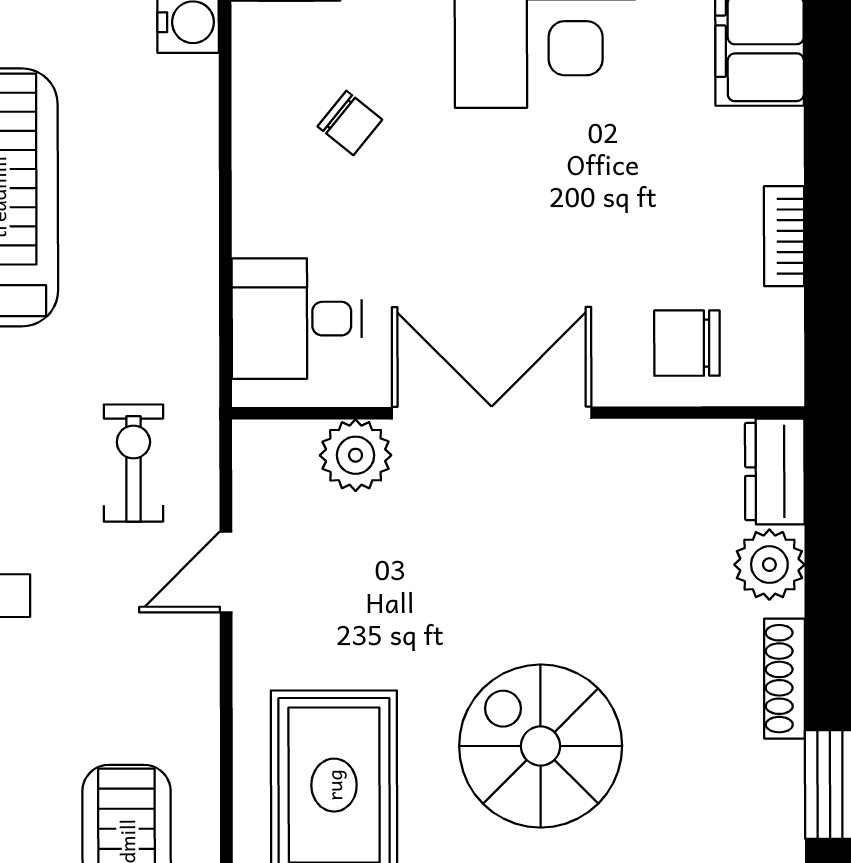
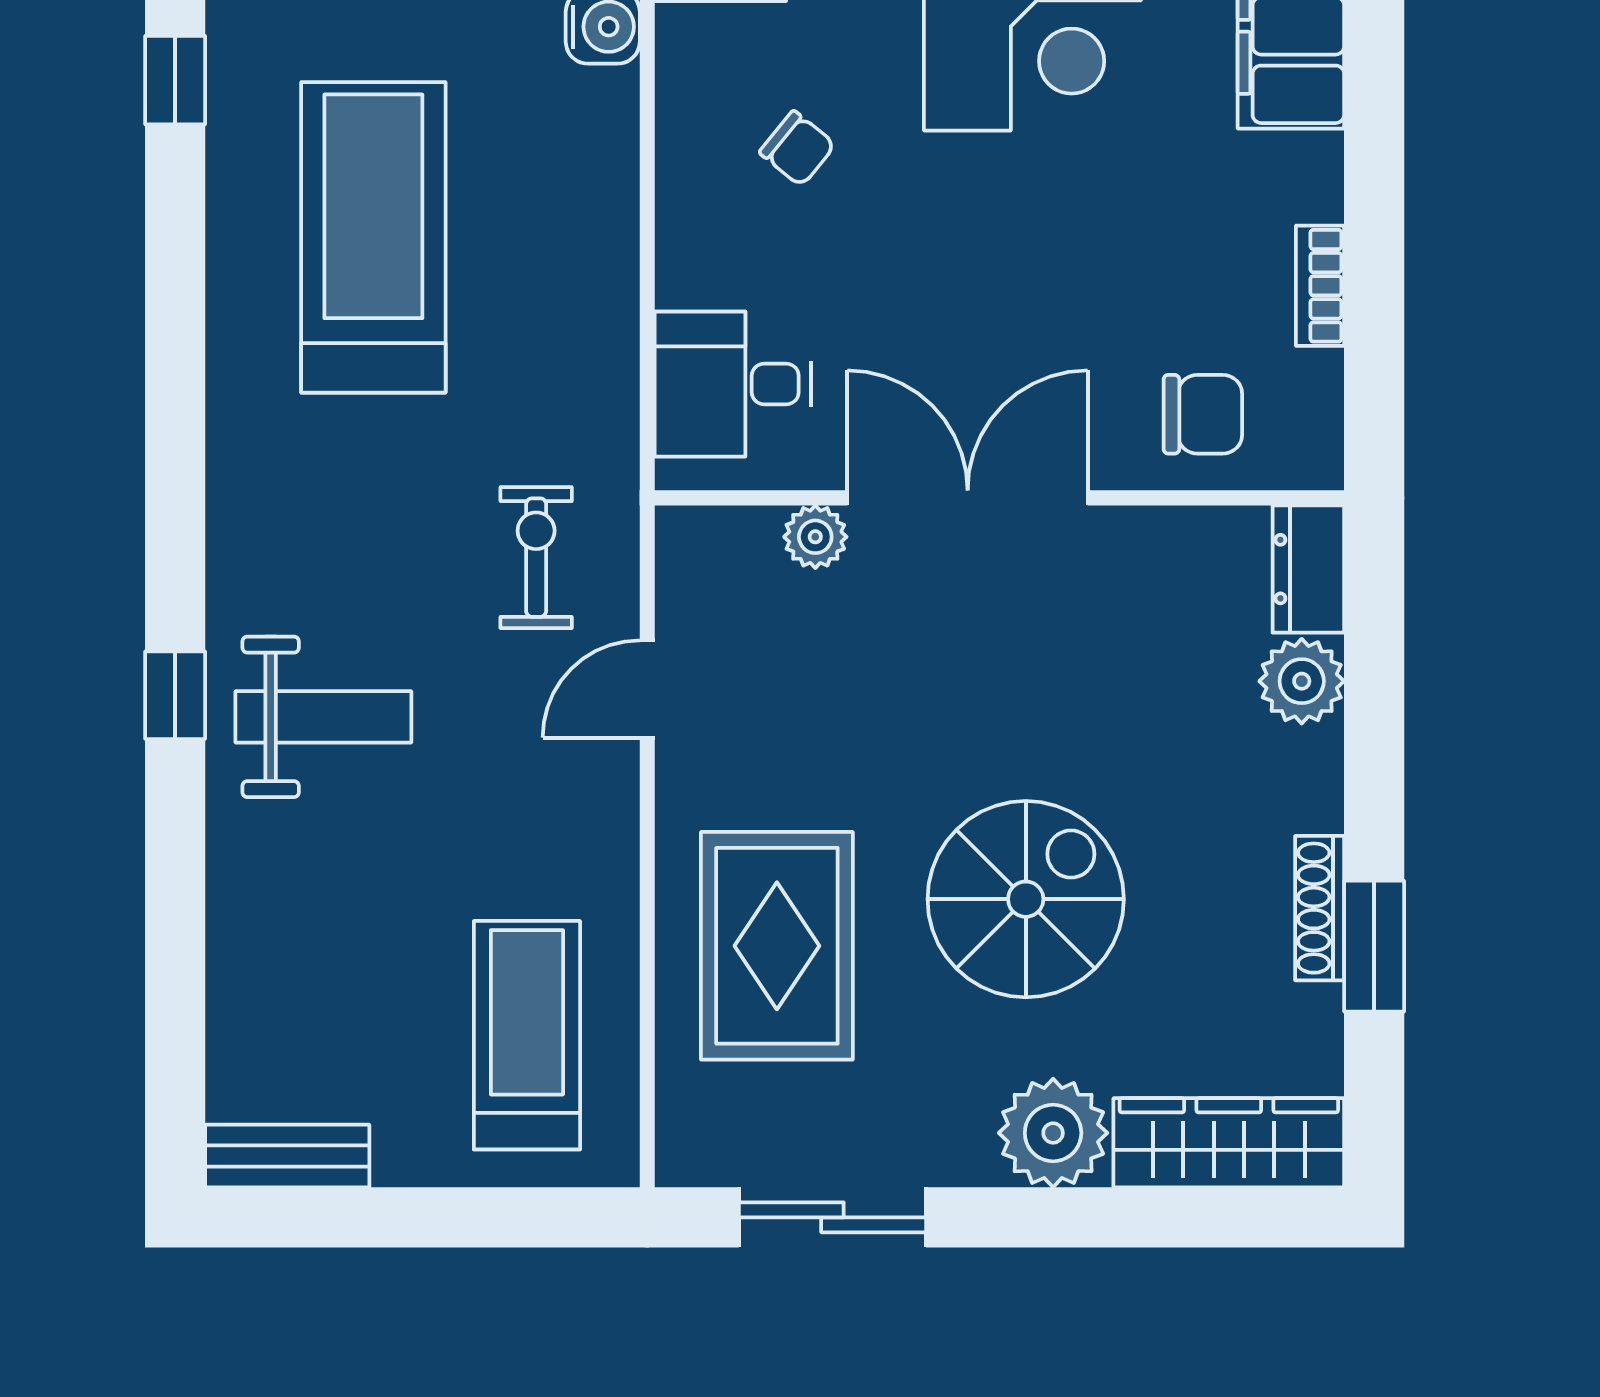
chair: (687, 343) -> (1203, 414), turned 180
plant: (356, 455) -> (815, 537), width x0.73, depth x0.73
shoe rack: (784, 679) -> (1320, 908), moved
spiral stairs: (541, 746) -> (1026, 899), turned 90

